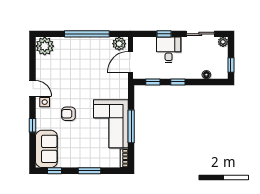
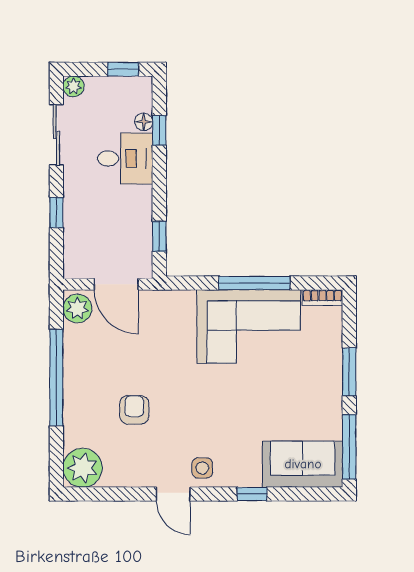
desk: (169, 50) -> (125, 158), moved, turned 180
window: (178, 82) -> (159, 130), moved
door: (33, 88) -> (173, 494), swing flipped
armchair: (68, 114) -> (134, 410), moved, turned 180
window: (55, 171) -> (349, 447), width x2.17

